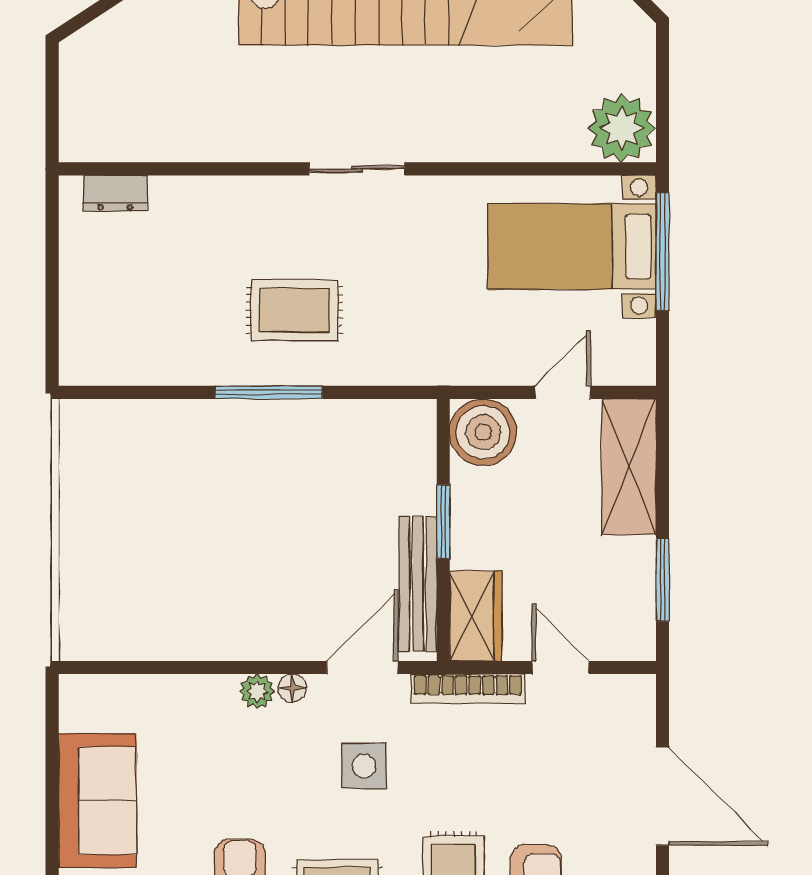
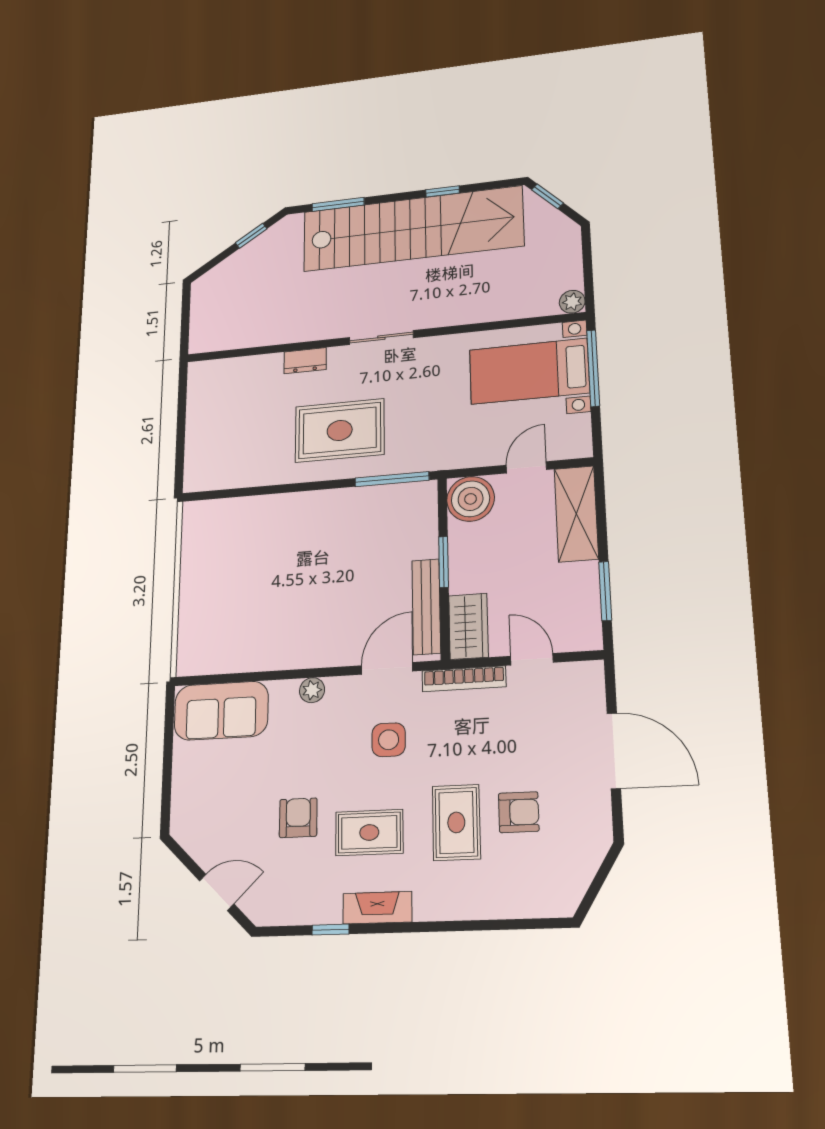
plant: (622, 128) -> (572, 302), width x0.53, depth x0.53
dresser: (115, 193) -> (305, 361), moved
rug: (294, 310) -> (340, 430), width x1.36, depth x1.43
window: (269, 392) -> (392, 479), moved
floor lamp: (292, 688) -> (337, 686), removed
sofa: (97, 801) -> (221, 711), moved, turned 90

